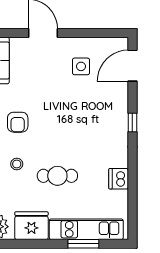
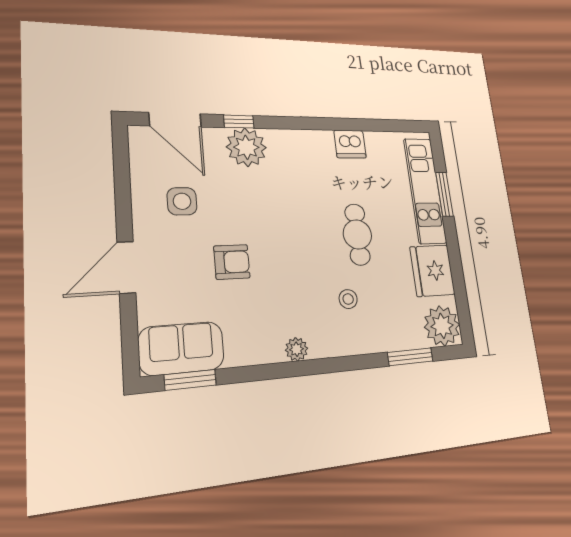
plant: (115, 108) -> (246, 147), added
armchair: (18, 122) -> (232, 262), moved
window: (132, 123) -> (239, 121), moved

